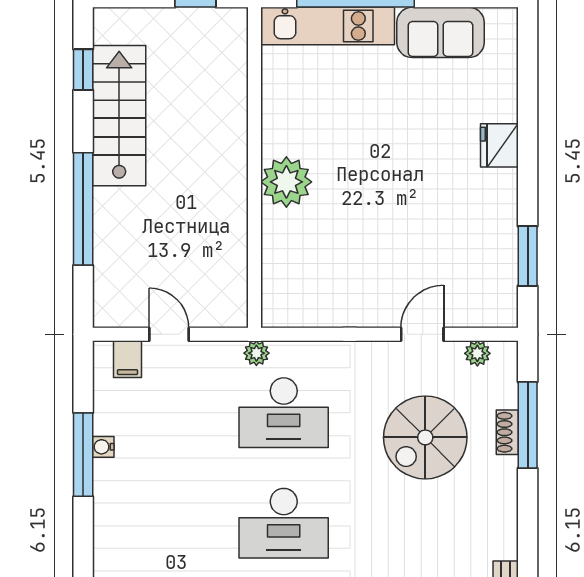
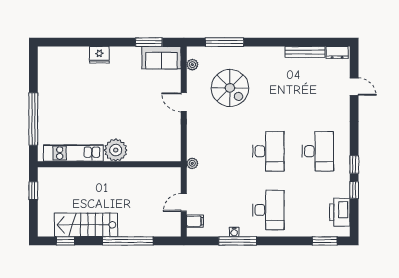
kitchen unit: (328, 26) -> (73, 153), moved, turned -90
sofa: (440, 32) -> (161, 58), moved, turned 90
door: (422, 334) -> (184, 102), moved
desk: (284, 413) -> (268, 210), moved
shoe rack: (507, 432) -> (228, 51), removed

